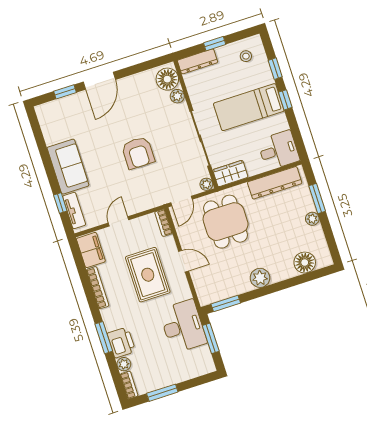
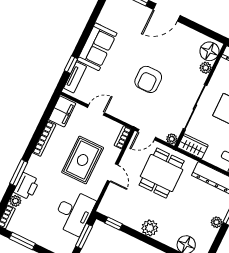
window: (226, 304) -> (114, 224), width x0.67

